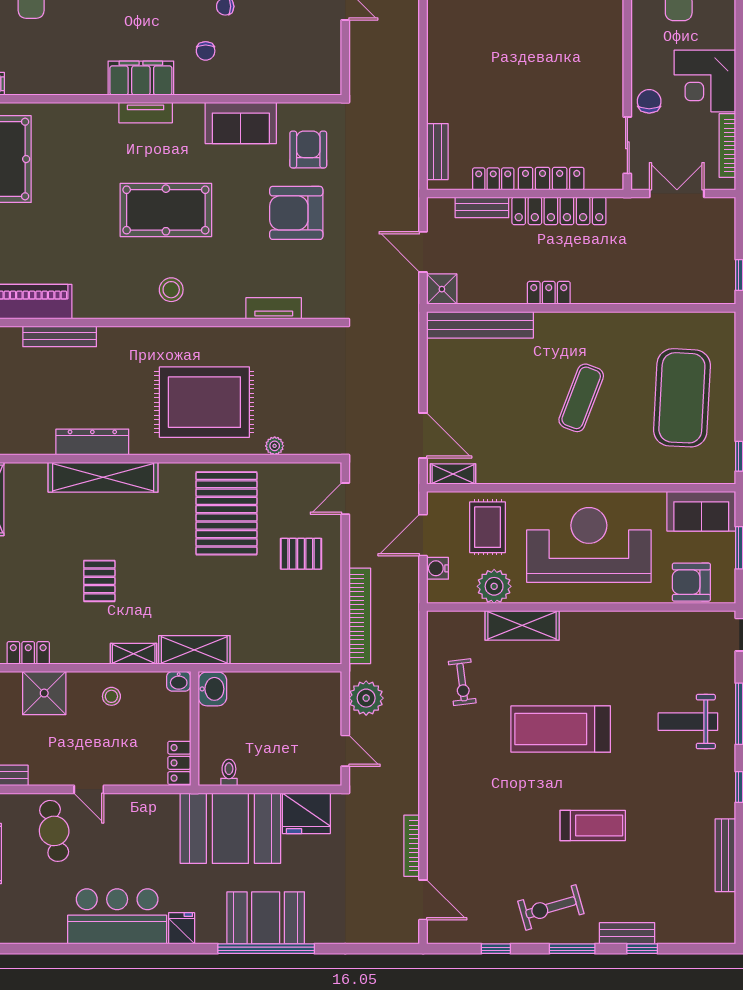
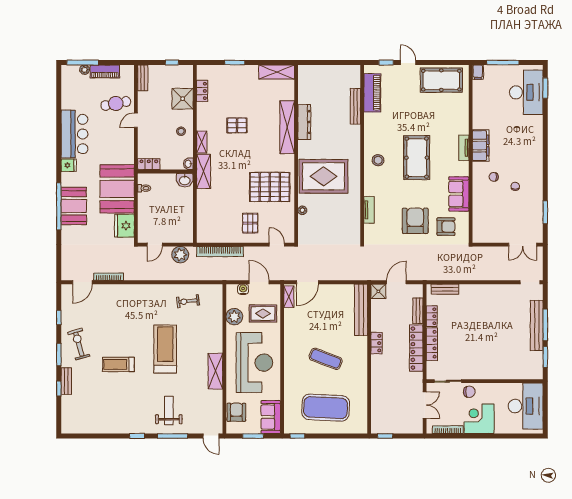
rug: (204, 402) -> (324, 176), turned 90
shelving: (522, 625) -> (215, 371), moved
treadmill: (593, 826) -> (118, 364), turned 90
bench: (725, 855) -> (104, 429), removed

